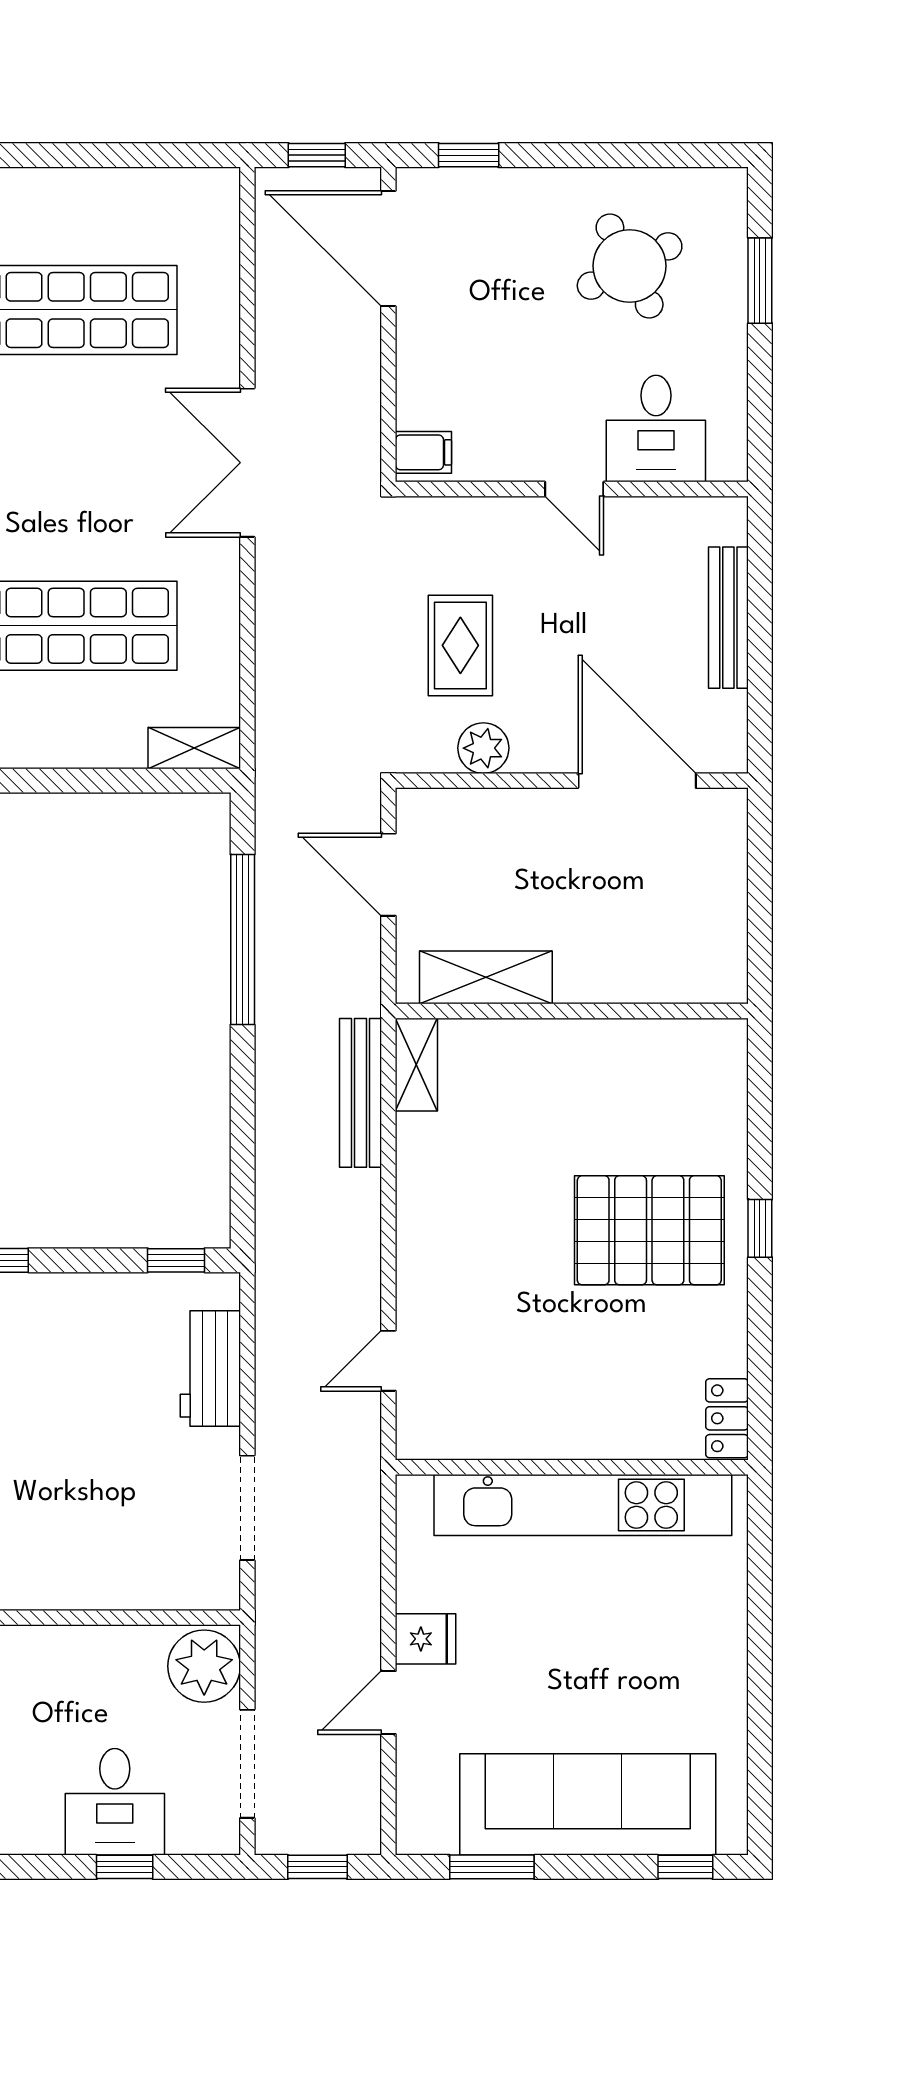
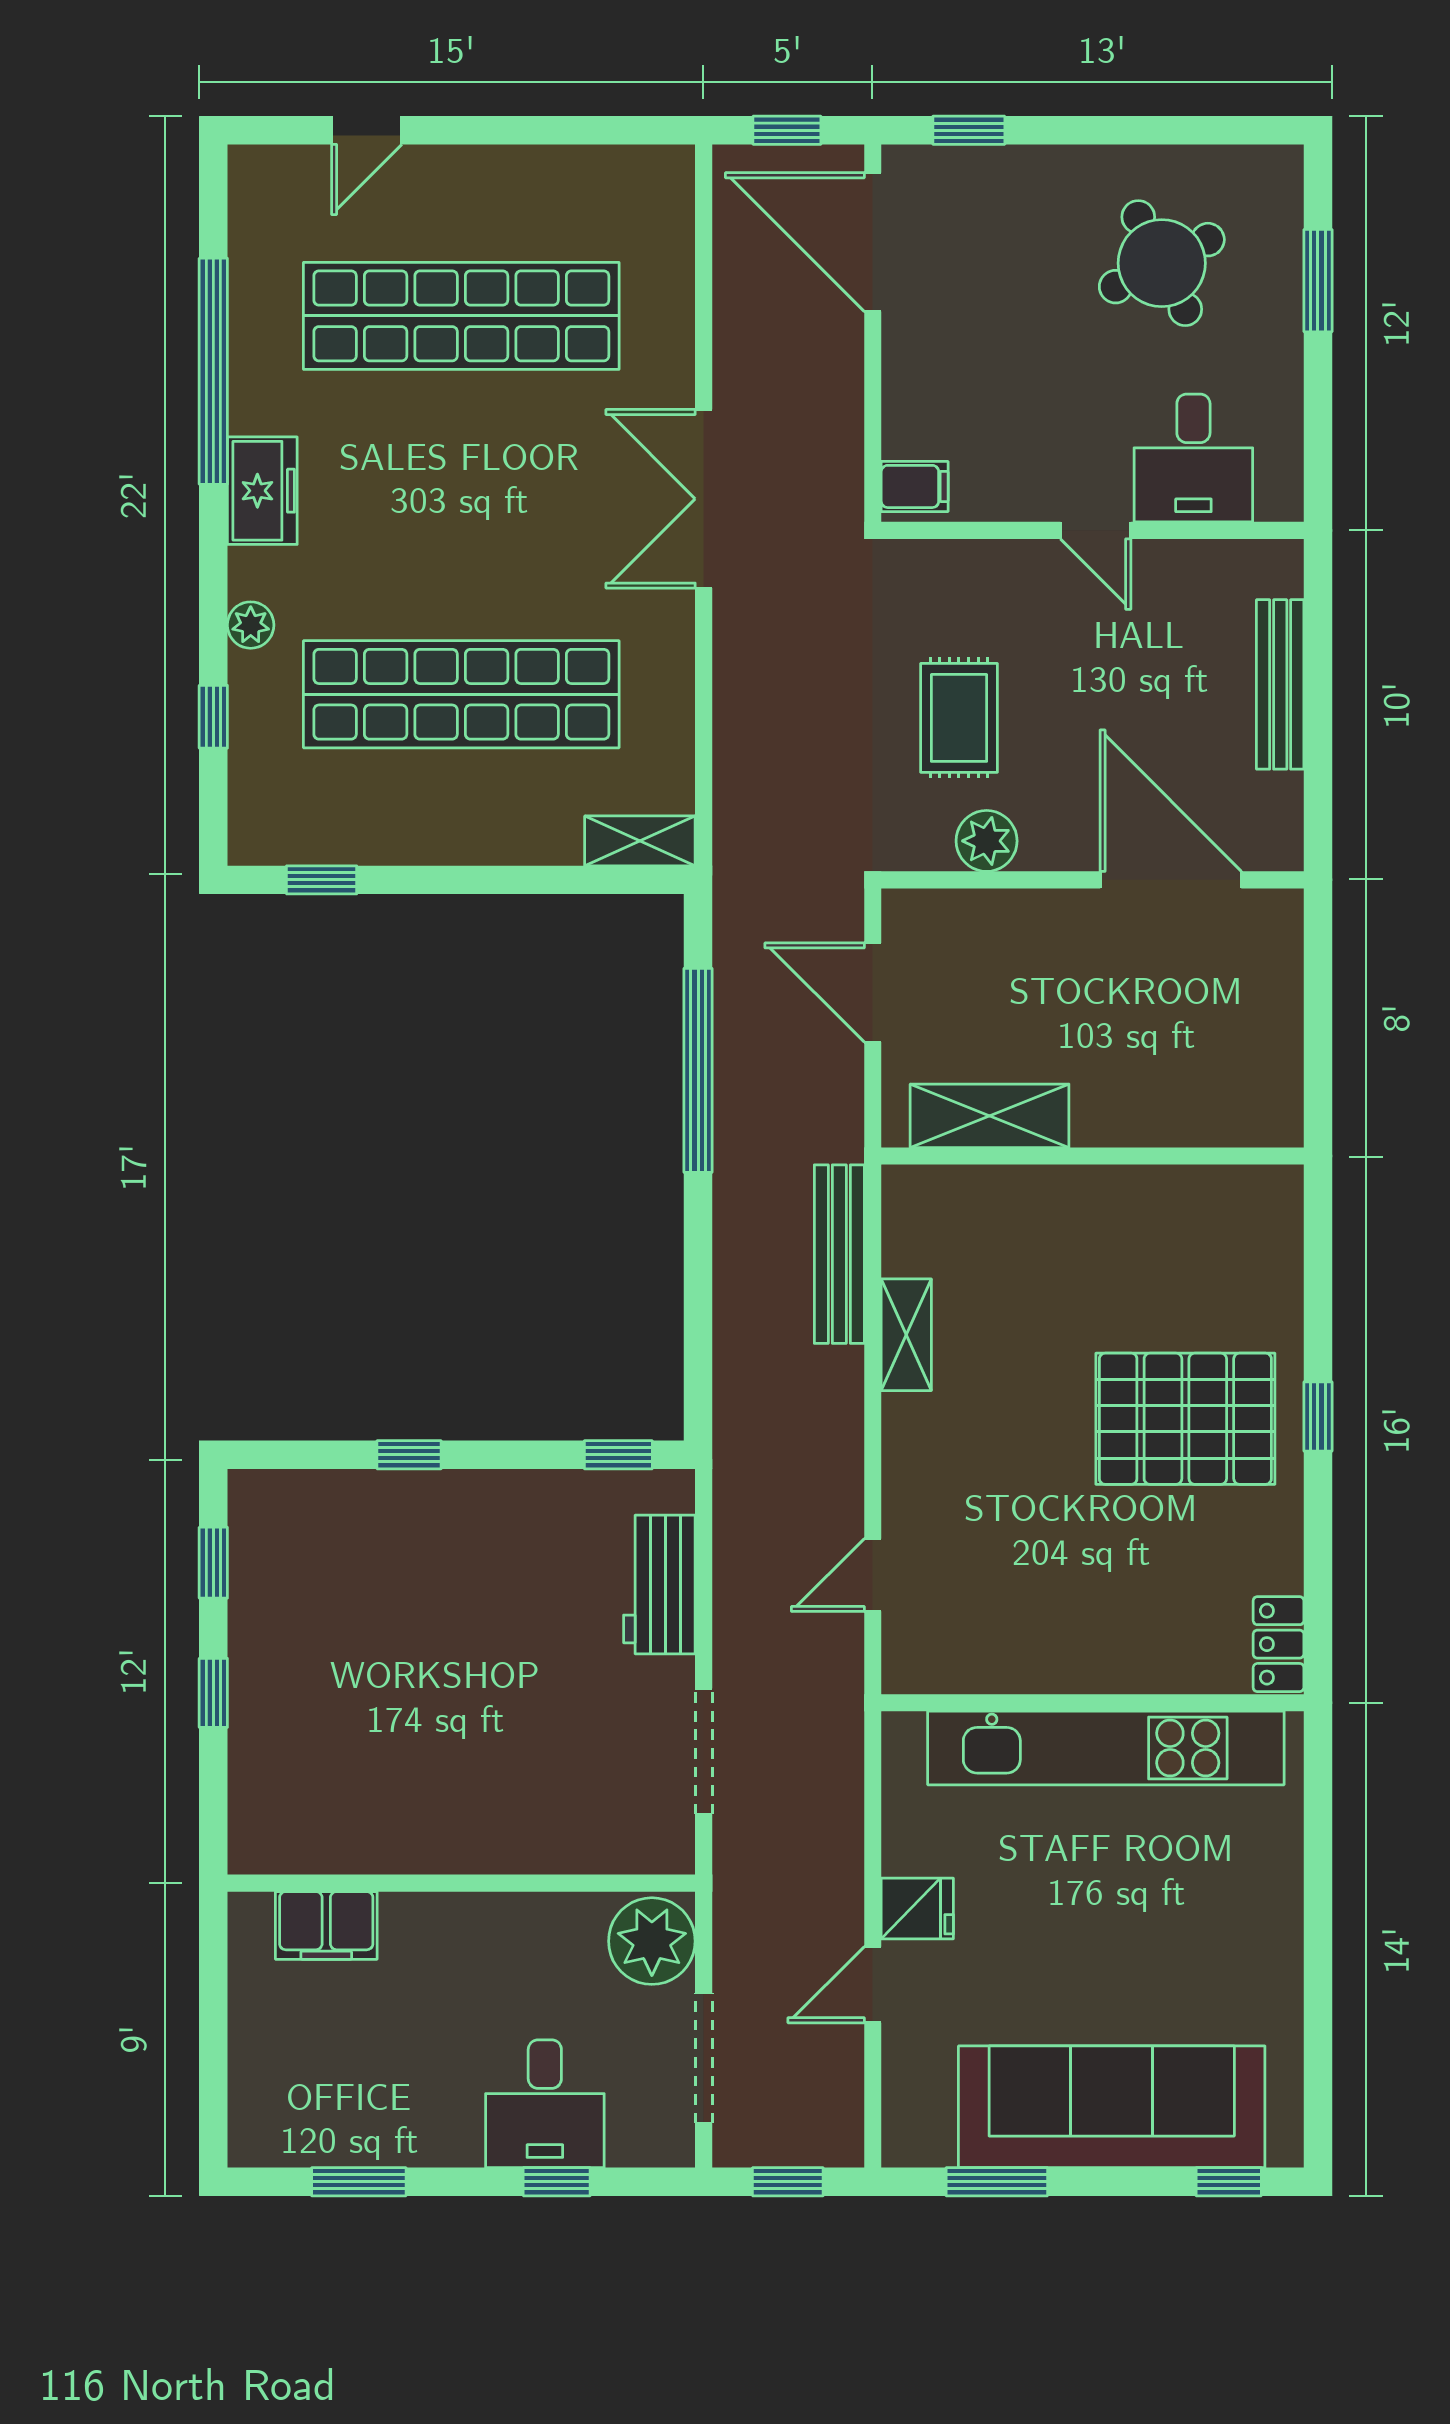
shelving: (416, 1065) -> (906, 1335), moved

